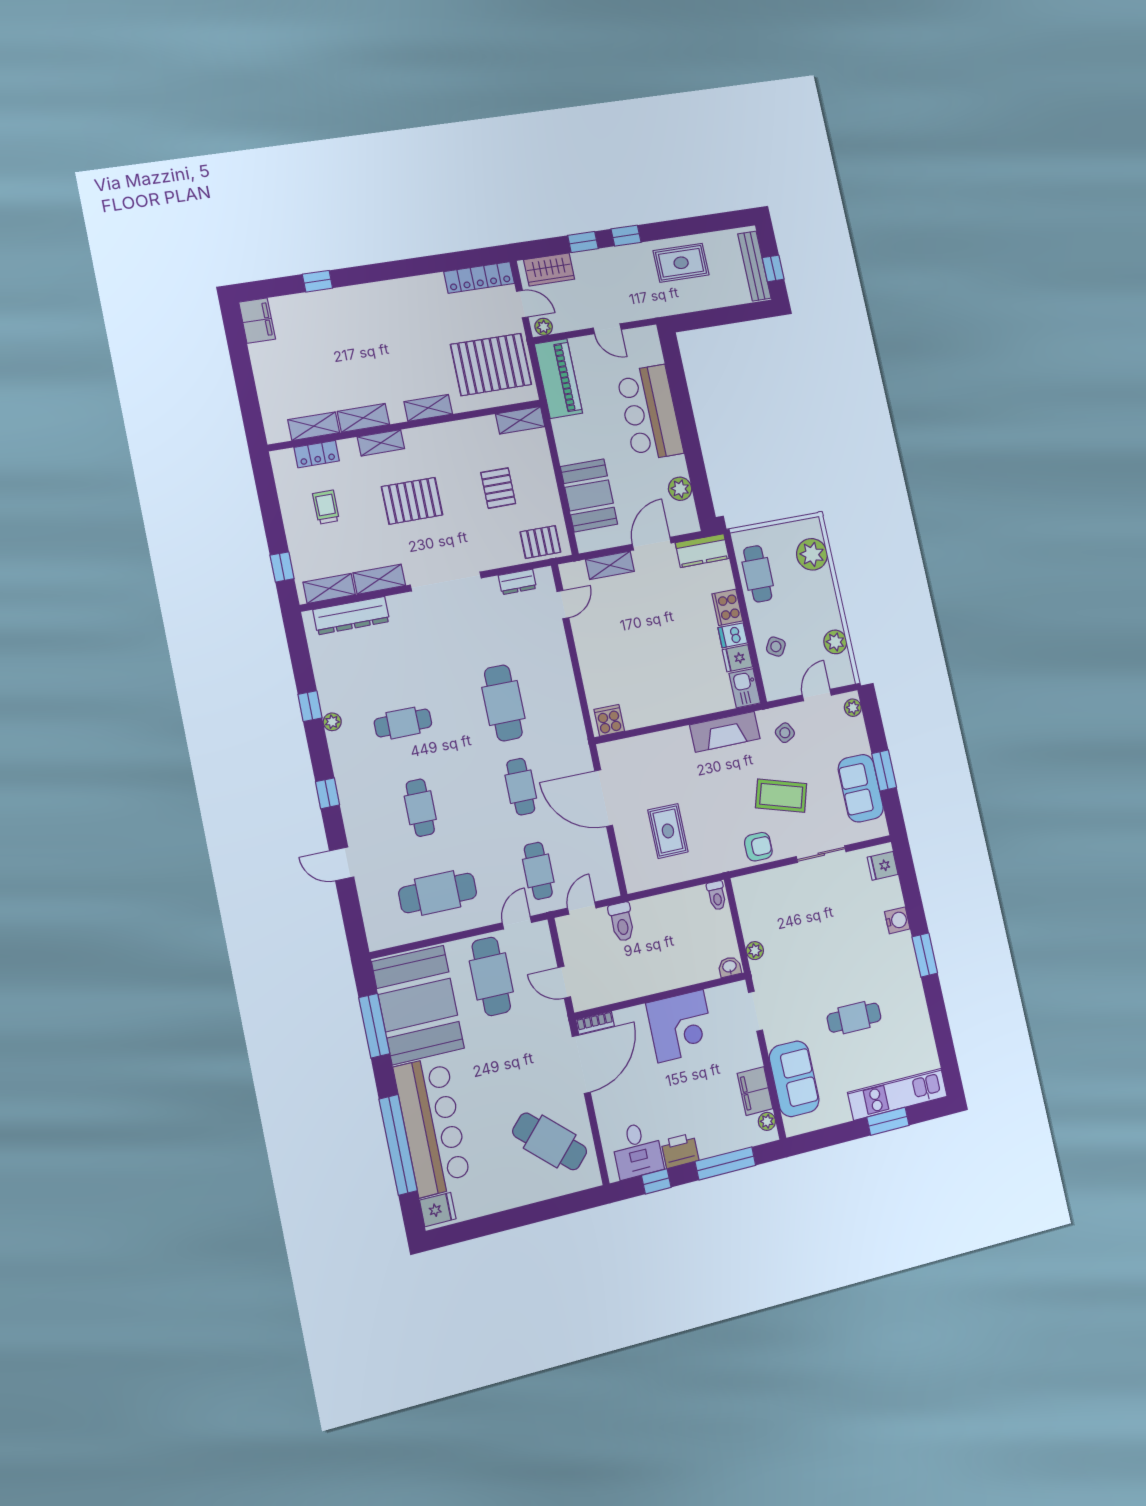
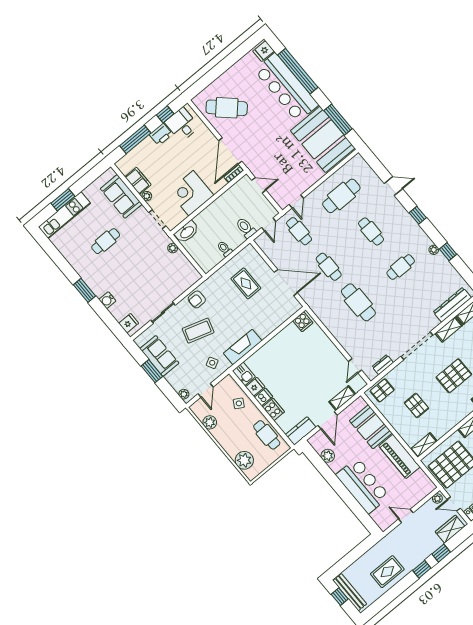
piano: (558, 379) -> (400, 456), moved
toilet: (717, 896) -> (225, 249), moved
washbasin: (730, 967) -> (187, 232), width x1.91, depth x1.45
cafe table: (491, 976) -> (295, 170), removed
plant: (767, 1121) -> (147, 196), moved

